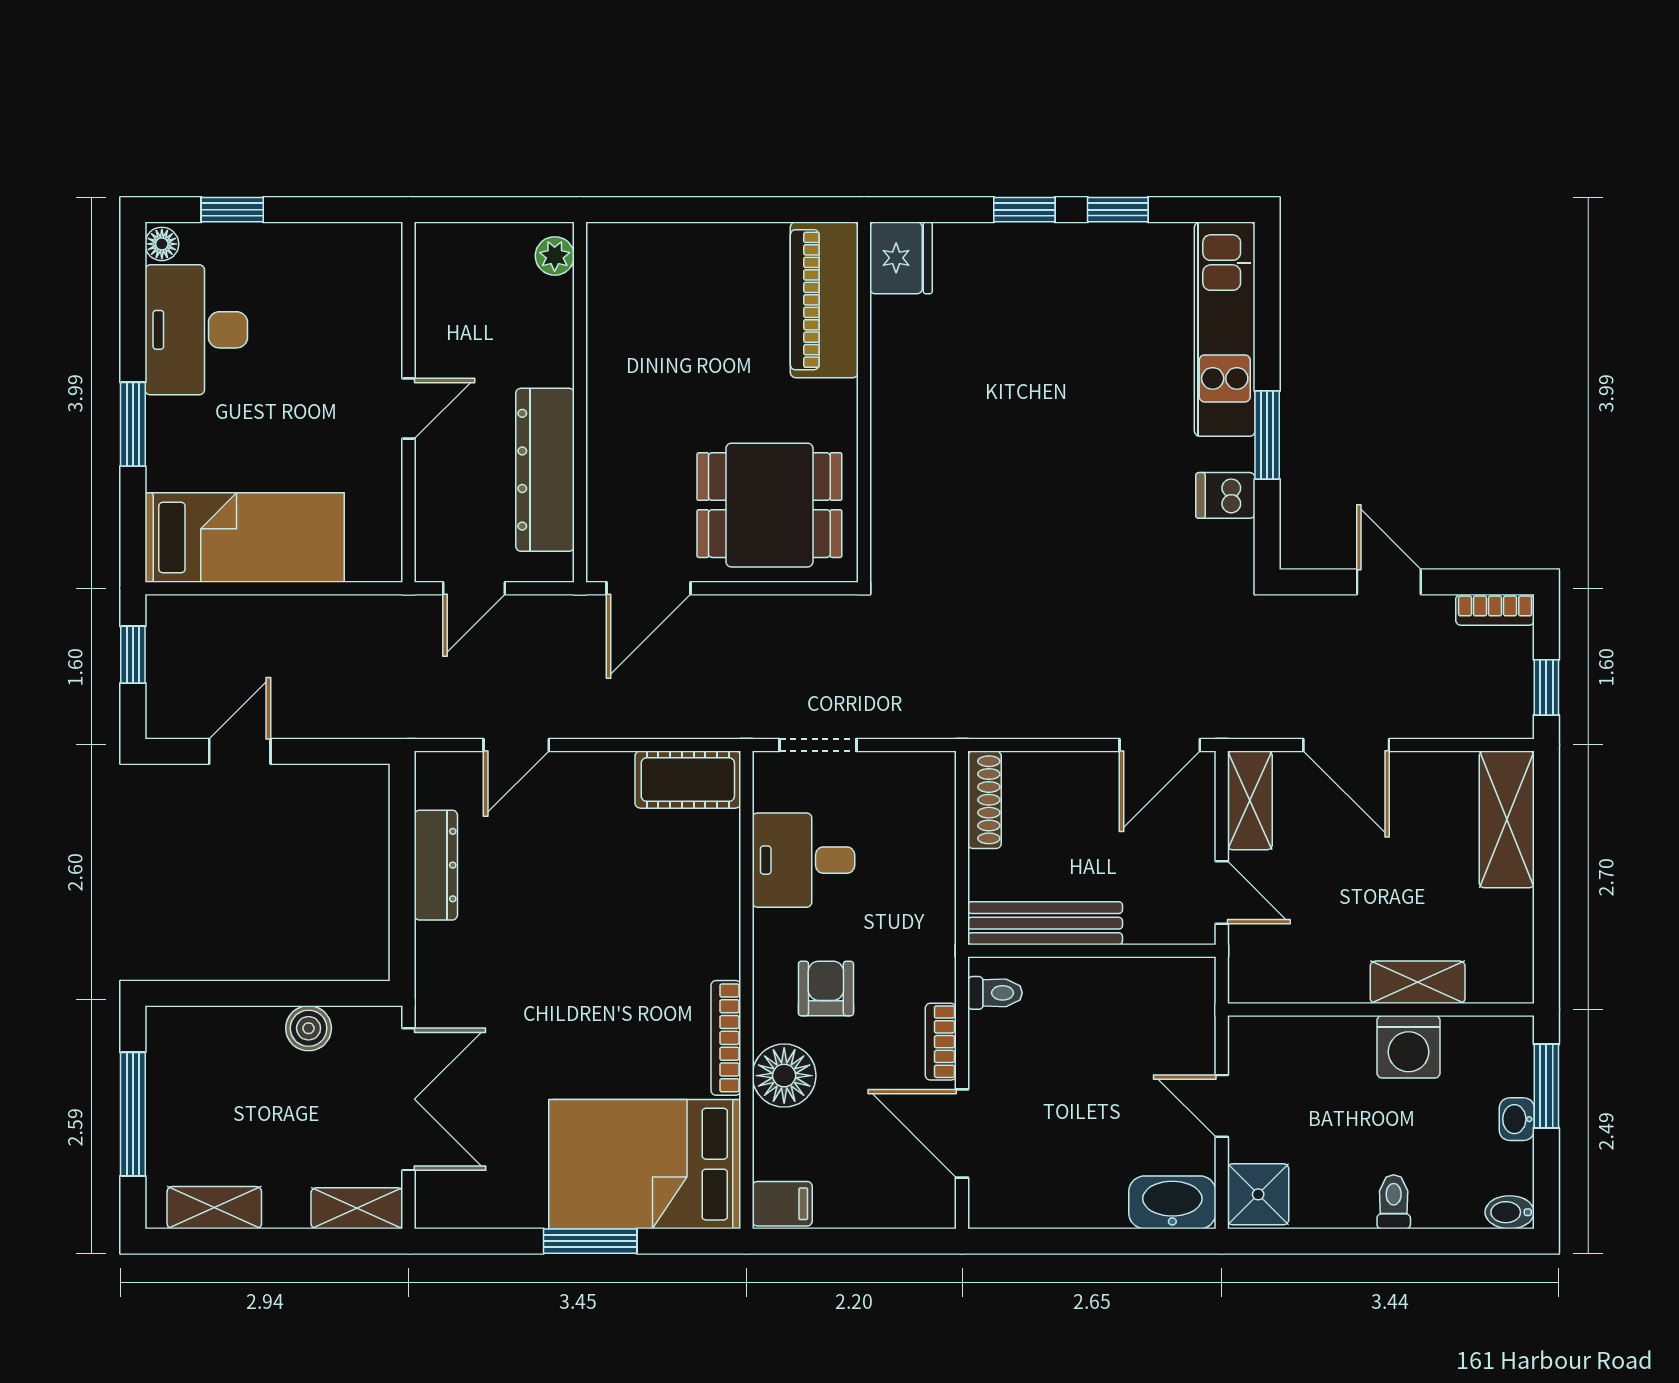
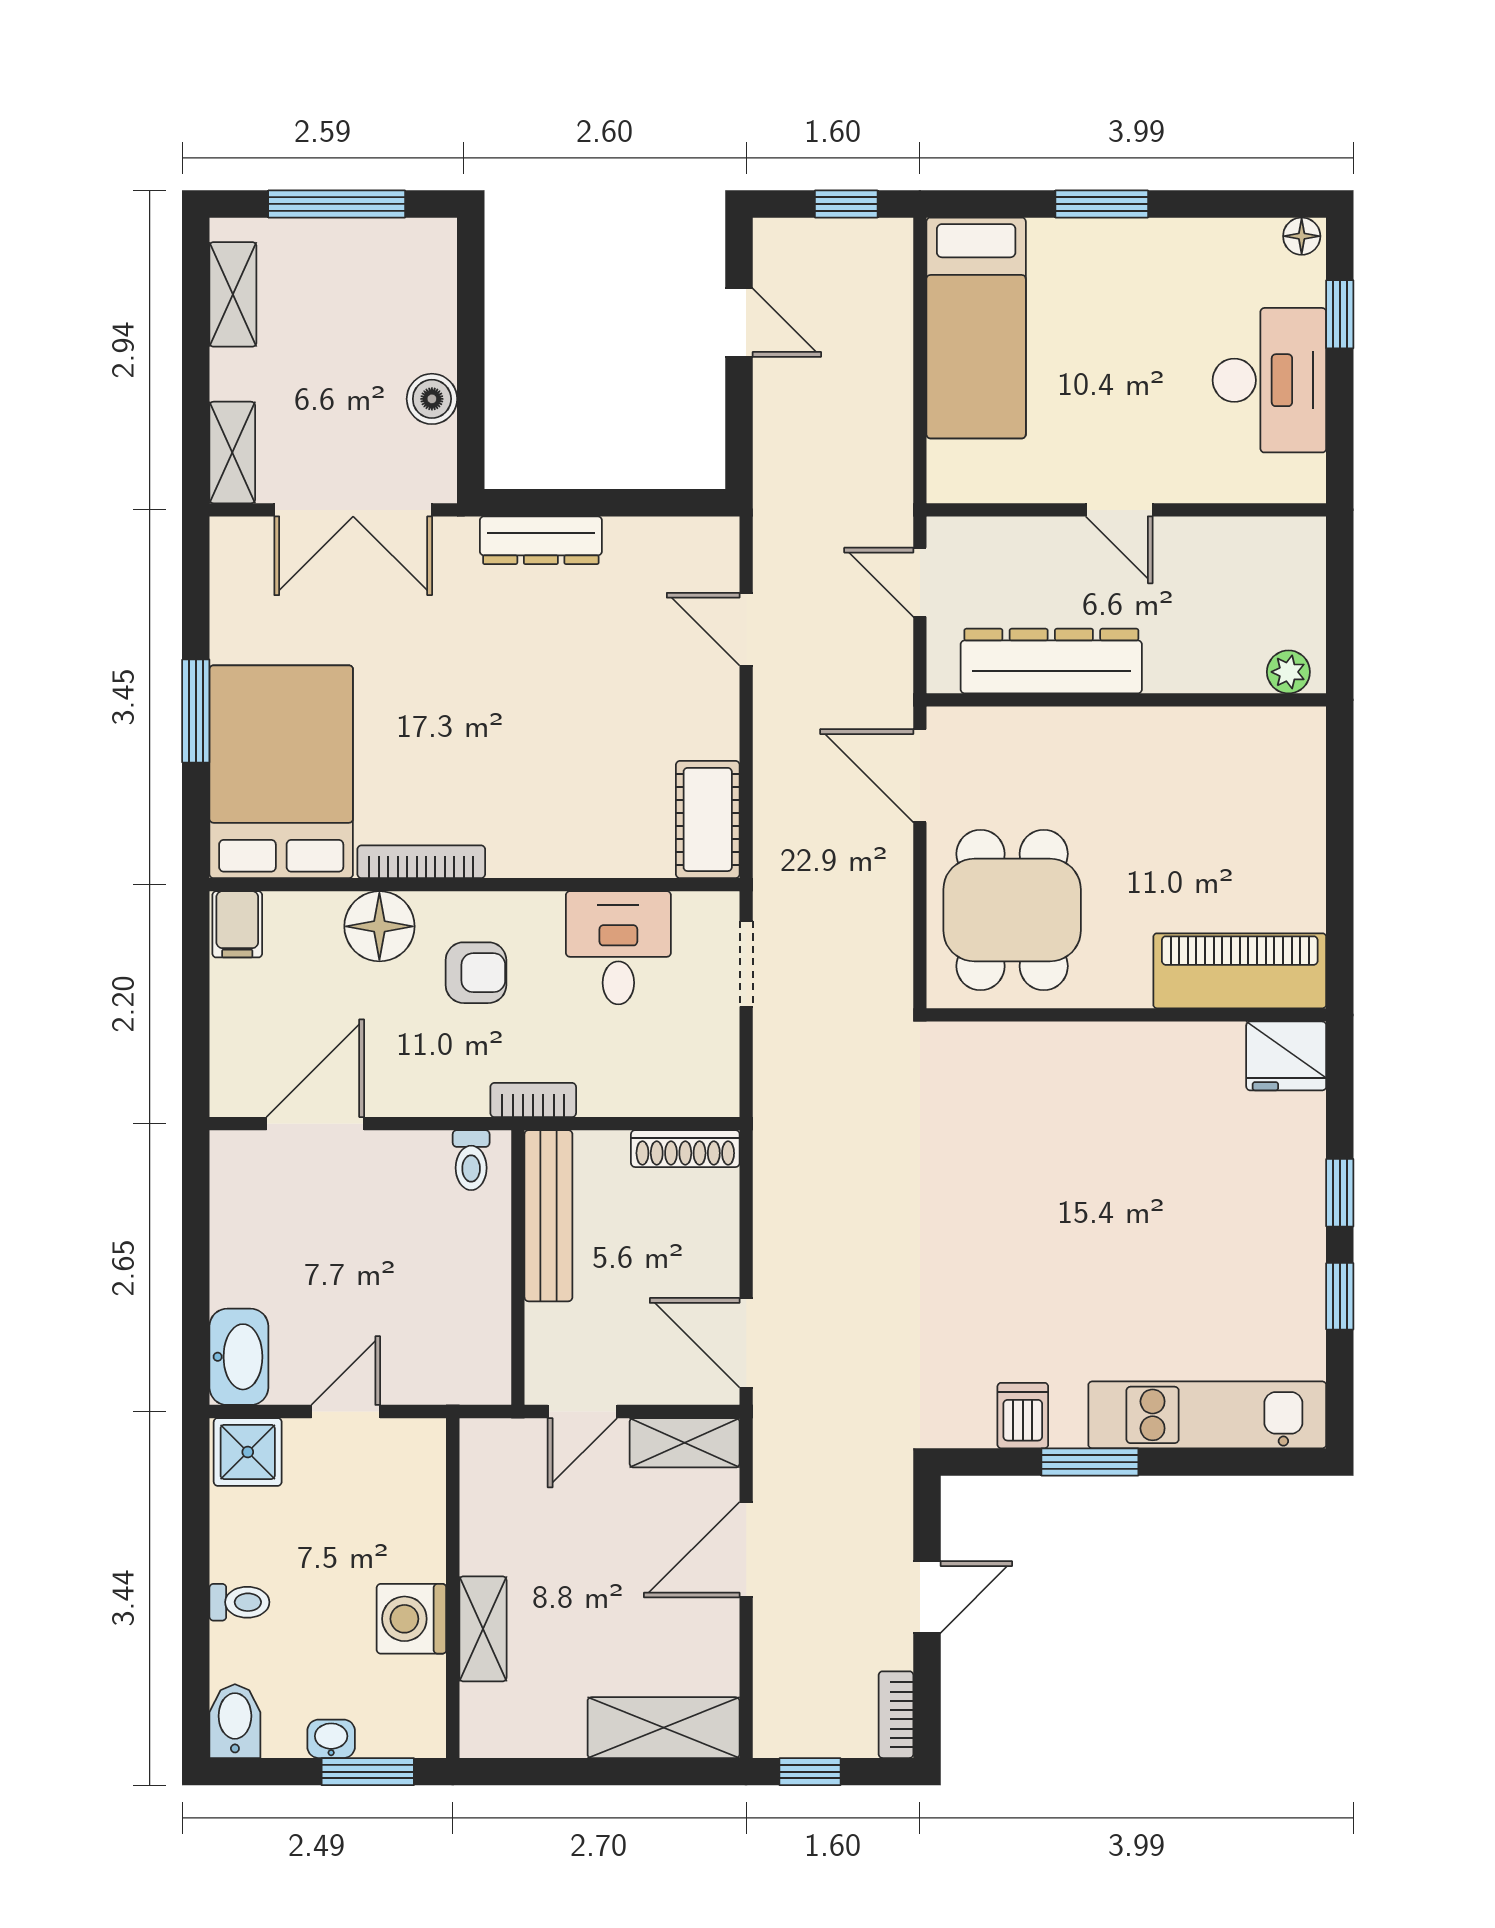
desk: (196, 330) -> (1269, 380), moved, turned 90
dresser: (436, 865) -> (541, 540), moved
bookcase: (941, 1042) -> (533, 1100), moved
bidet: (1510, 1212) -> (235, 1721), width x1.38, depth x1.36

